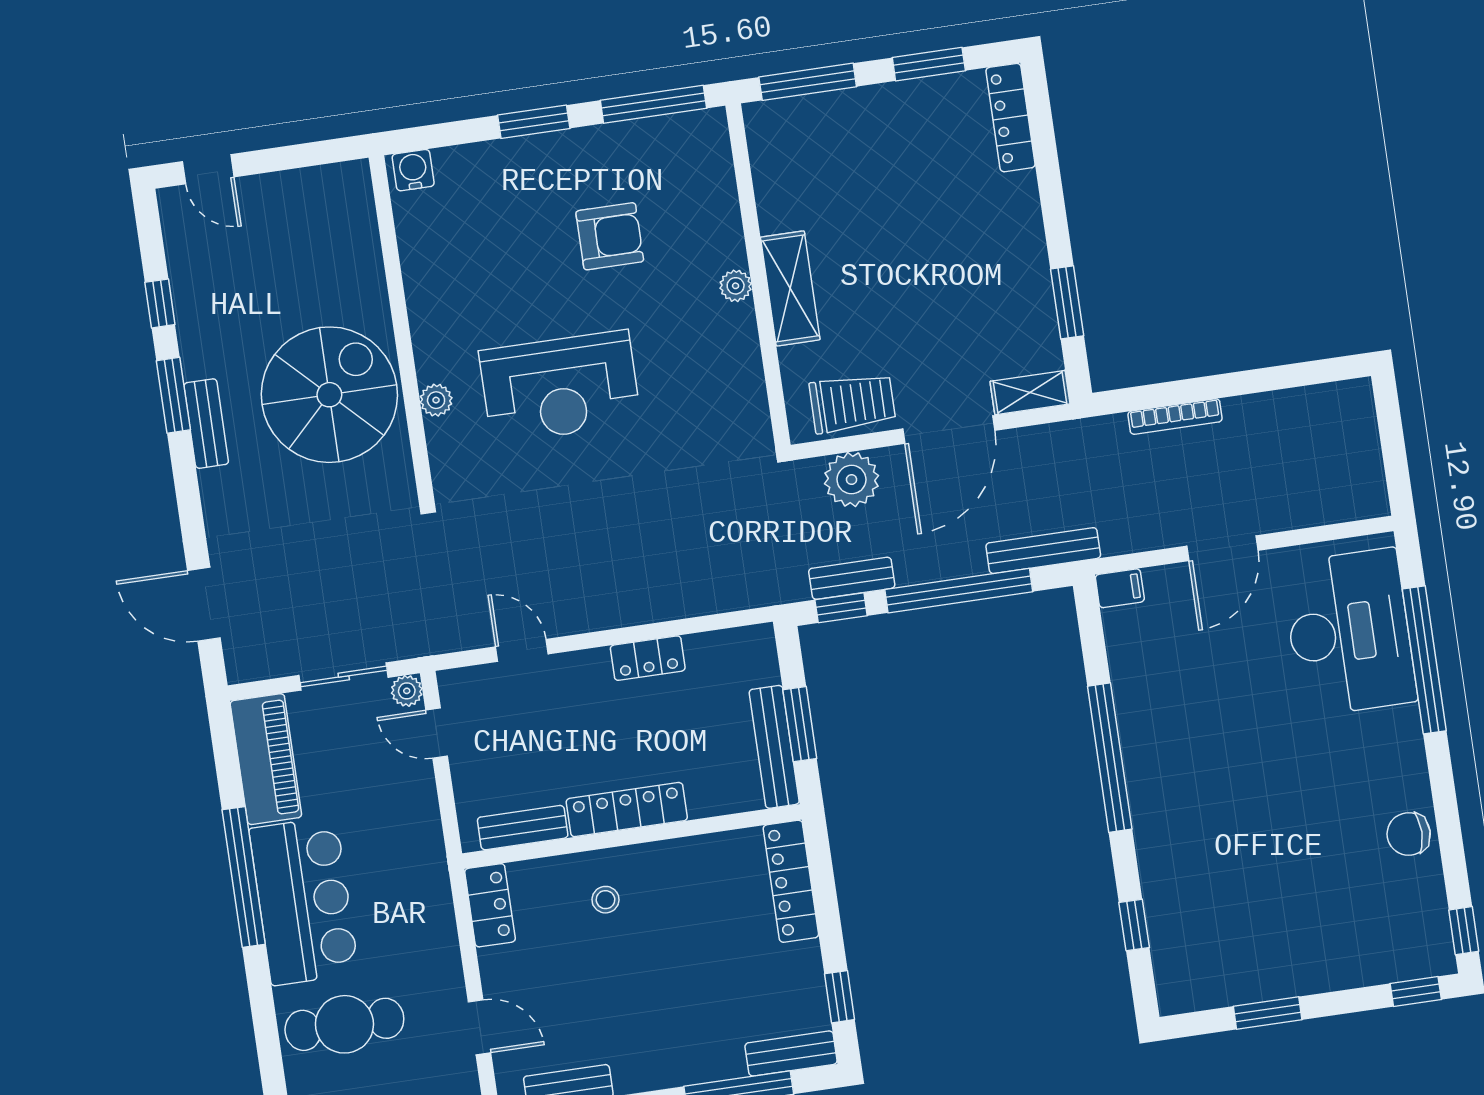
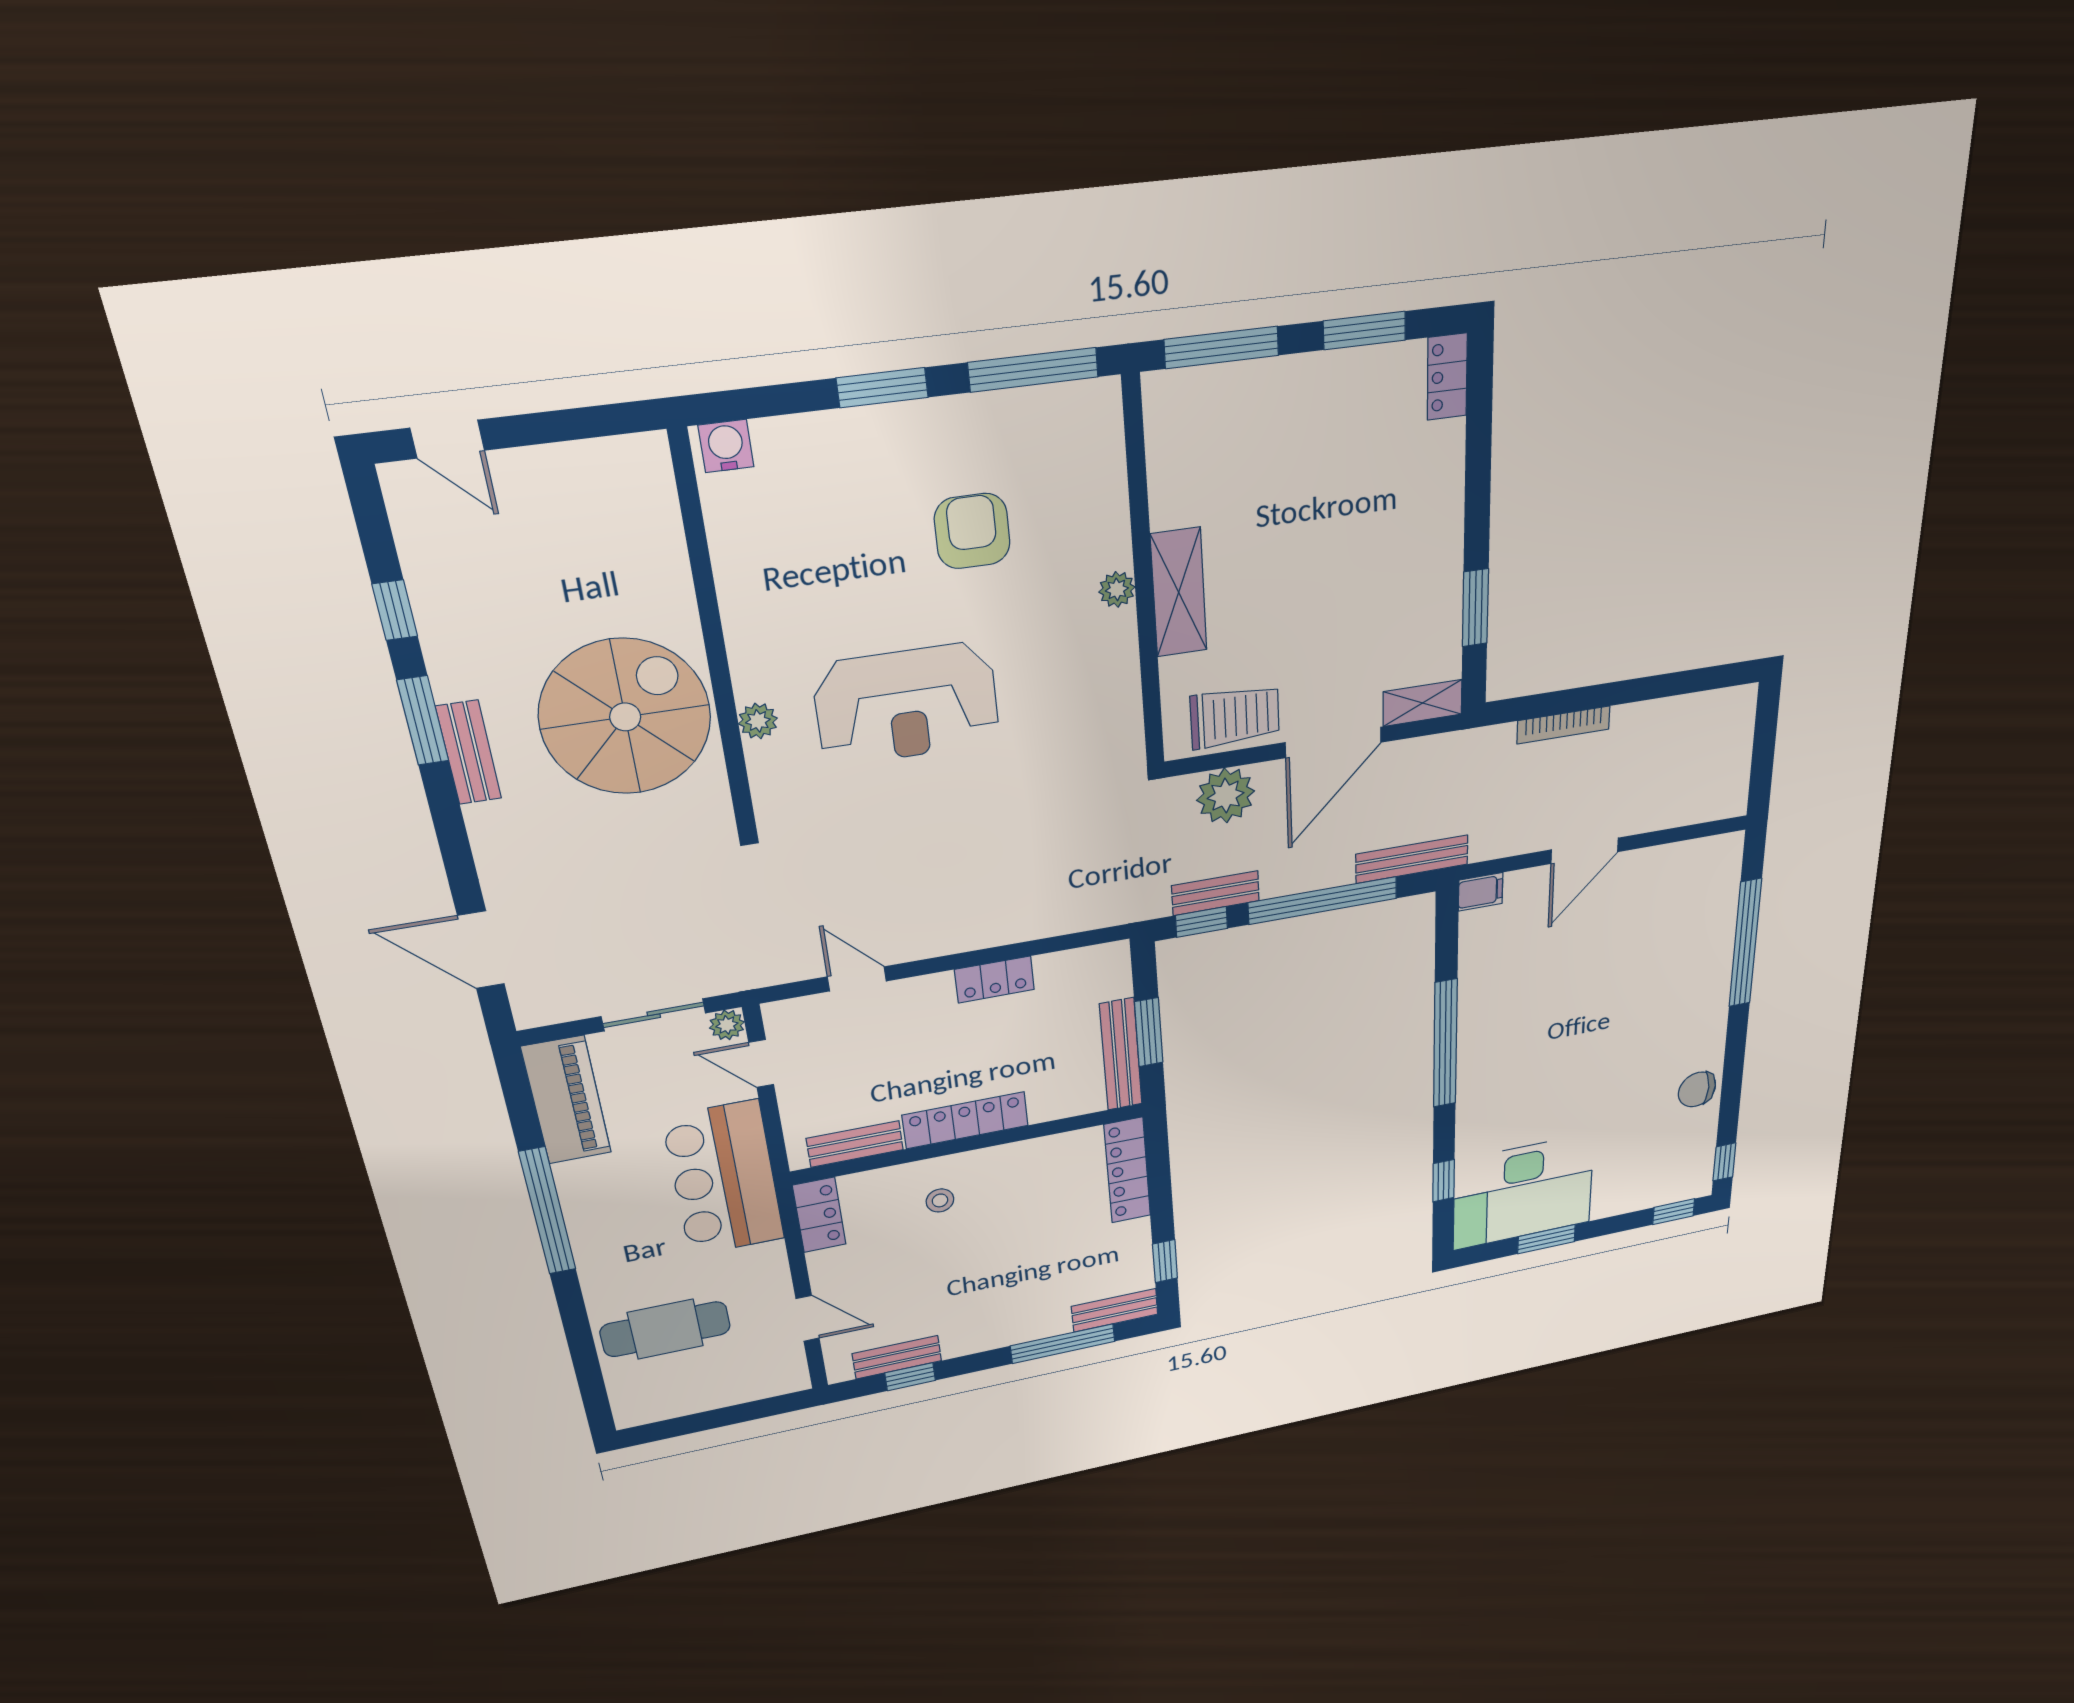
locker: (1011, 118) -> (1447, 377), width x0.66
armchair: (610, 236) -> (972, 531), turned -90
desk: (1349, 632) -> (1523, 1192), moved, turned 90
bar counter: (304, 901) -> (724, 1179), moved, turned 180

